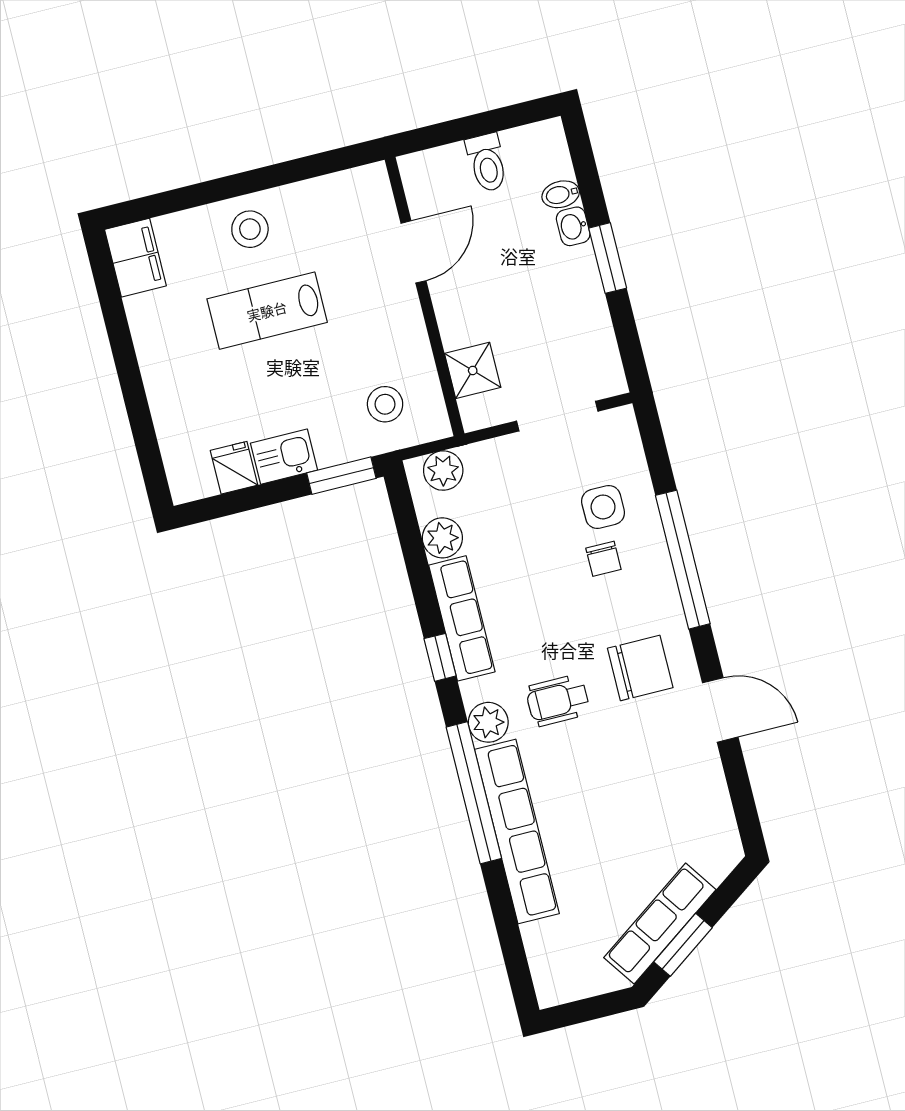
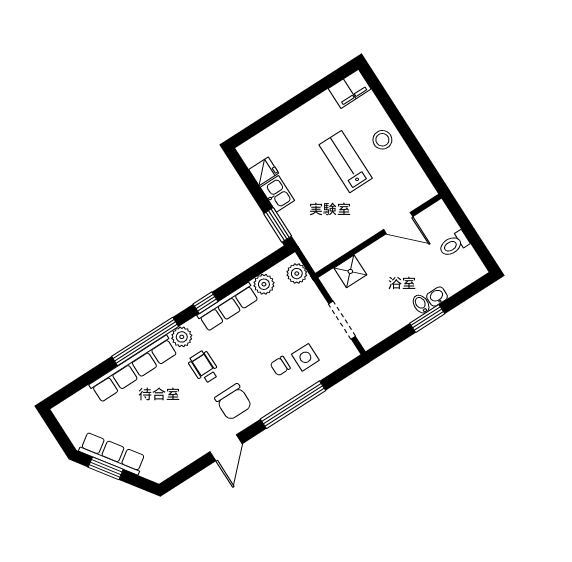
bidet: (561, 194) -> (421, 304), moved
stool: (385, 404) -> (319, 234), removed

